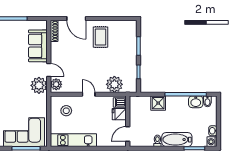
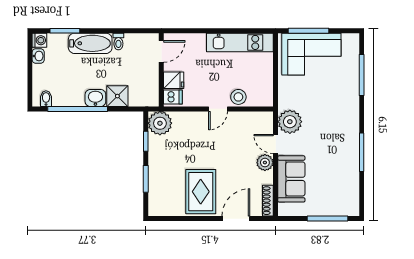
door: (76, 18) -> (236, 219), hinge flipped
rug: (101, 37) -> (201, 192), width x1.36, depth x1.43
plant: (56, 84) -> (265, 163), moved
plant: (114, 84) -> (160, 123), moved
door: (89, 94) -> (218, 109), hinge flipped
washbasin: (196, 102) -> (95, 98), moved
stool: (66, 111) -> (238, 97), moved

